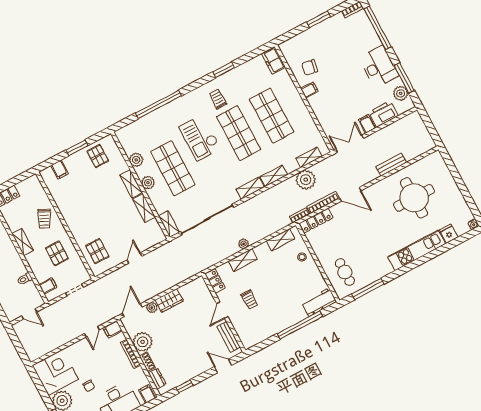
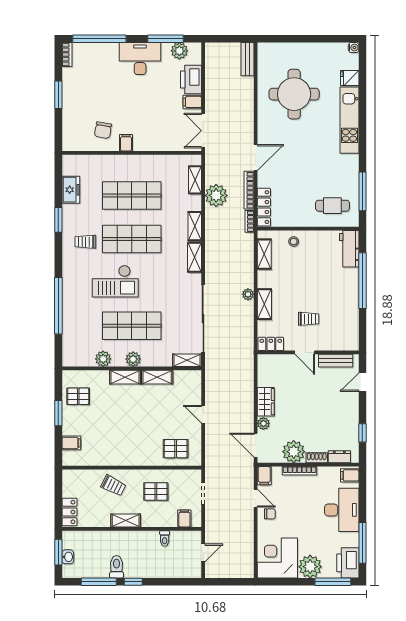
freezer: (274, 61) -> (71, 190), moved, turned -90
bench: (391, 165) -> (247, 59), moved
chair: (89, 386) -> (270, 514), moved

